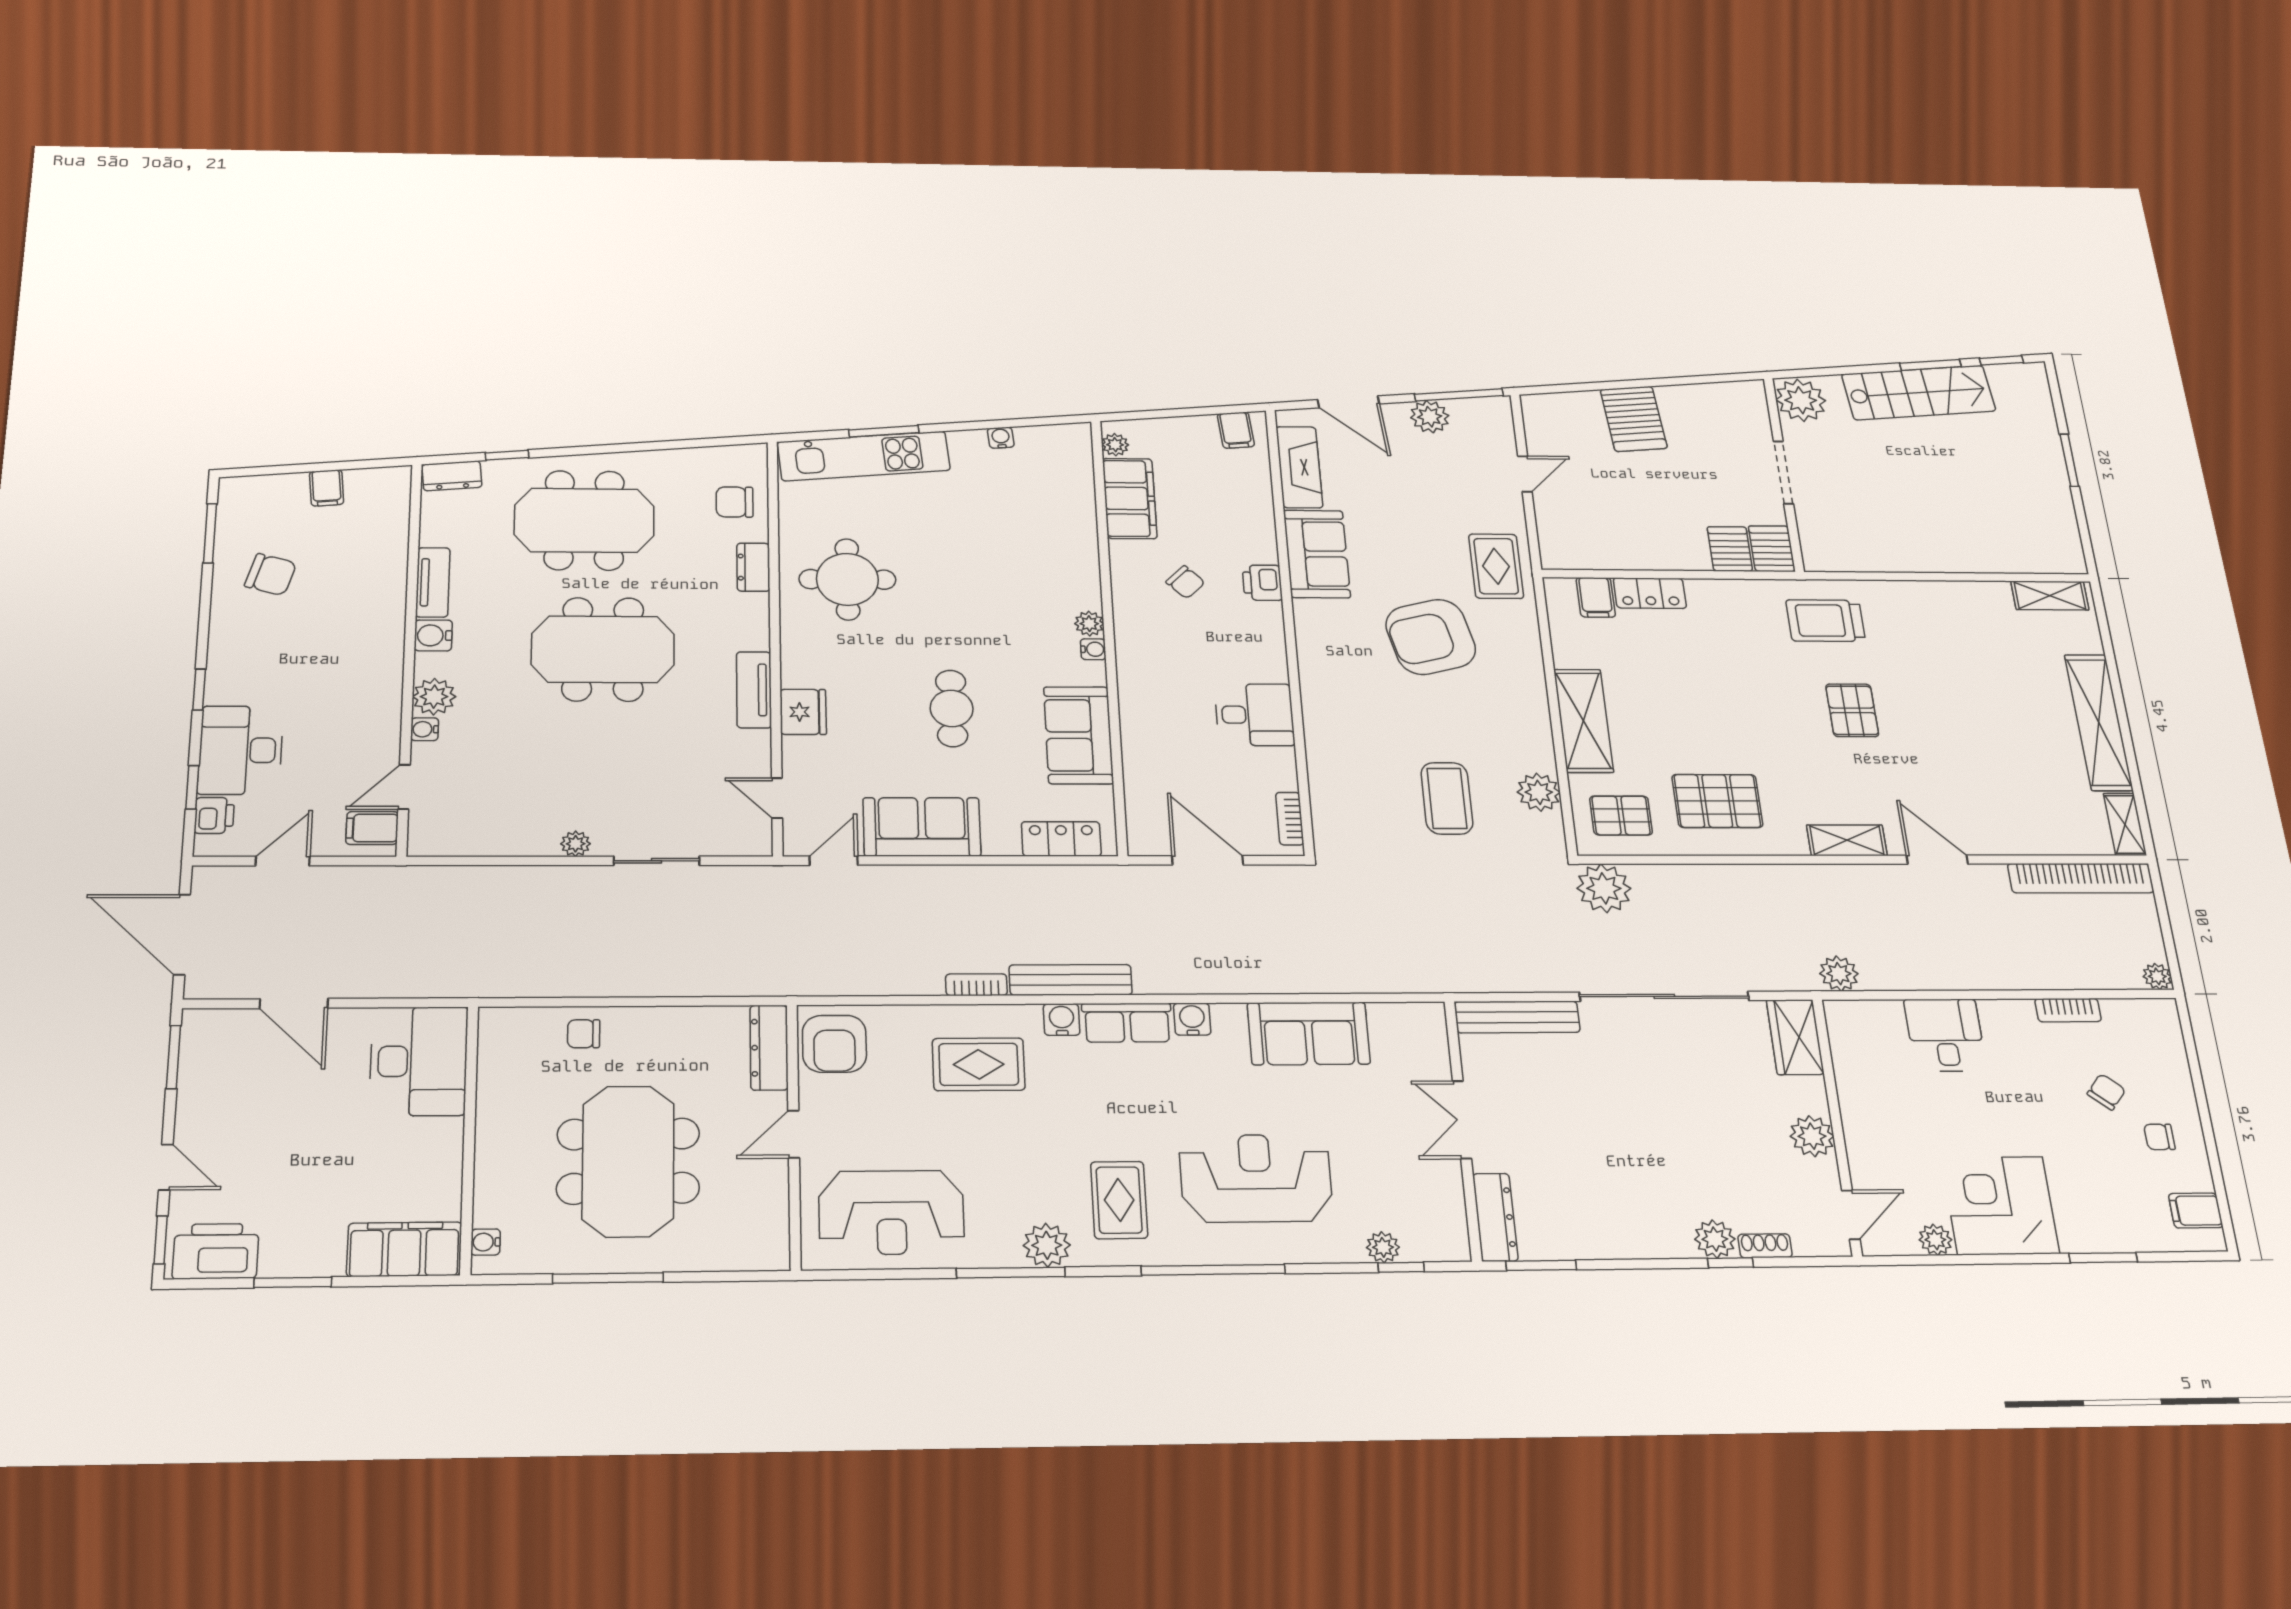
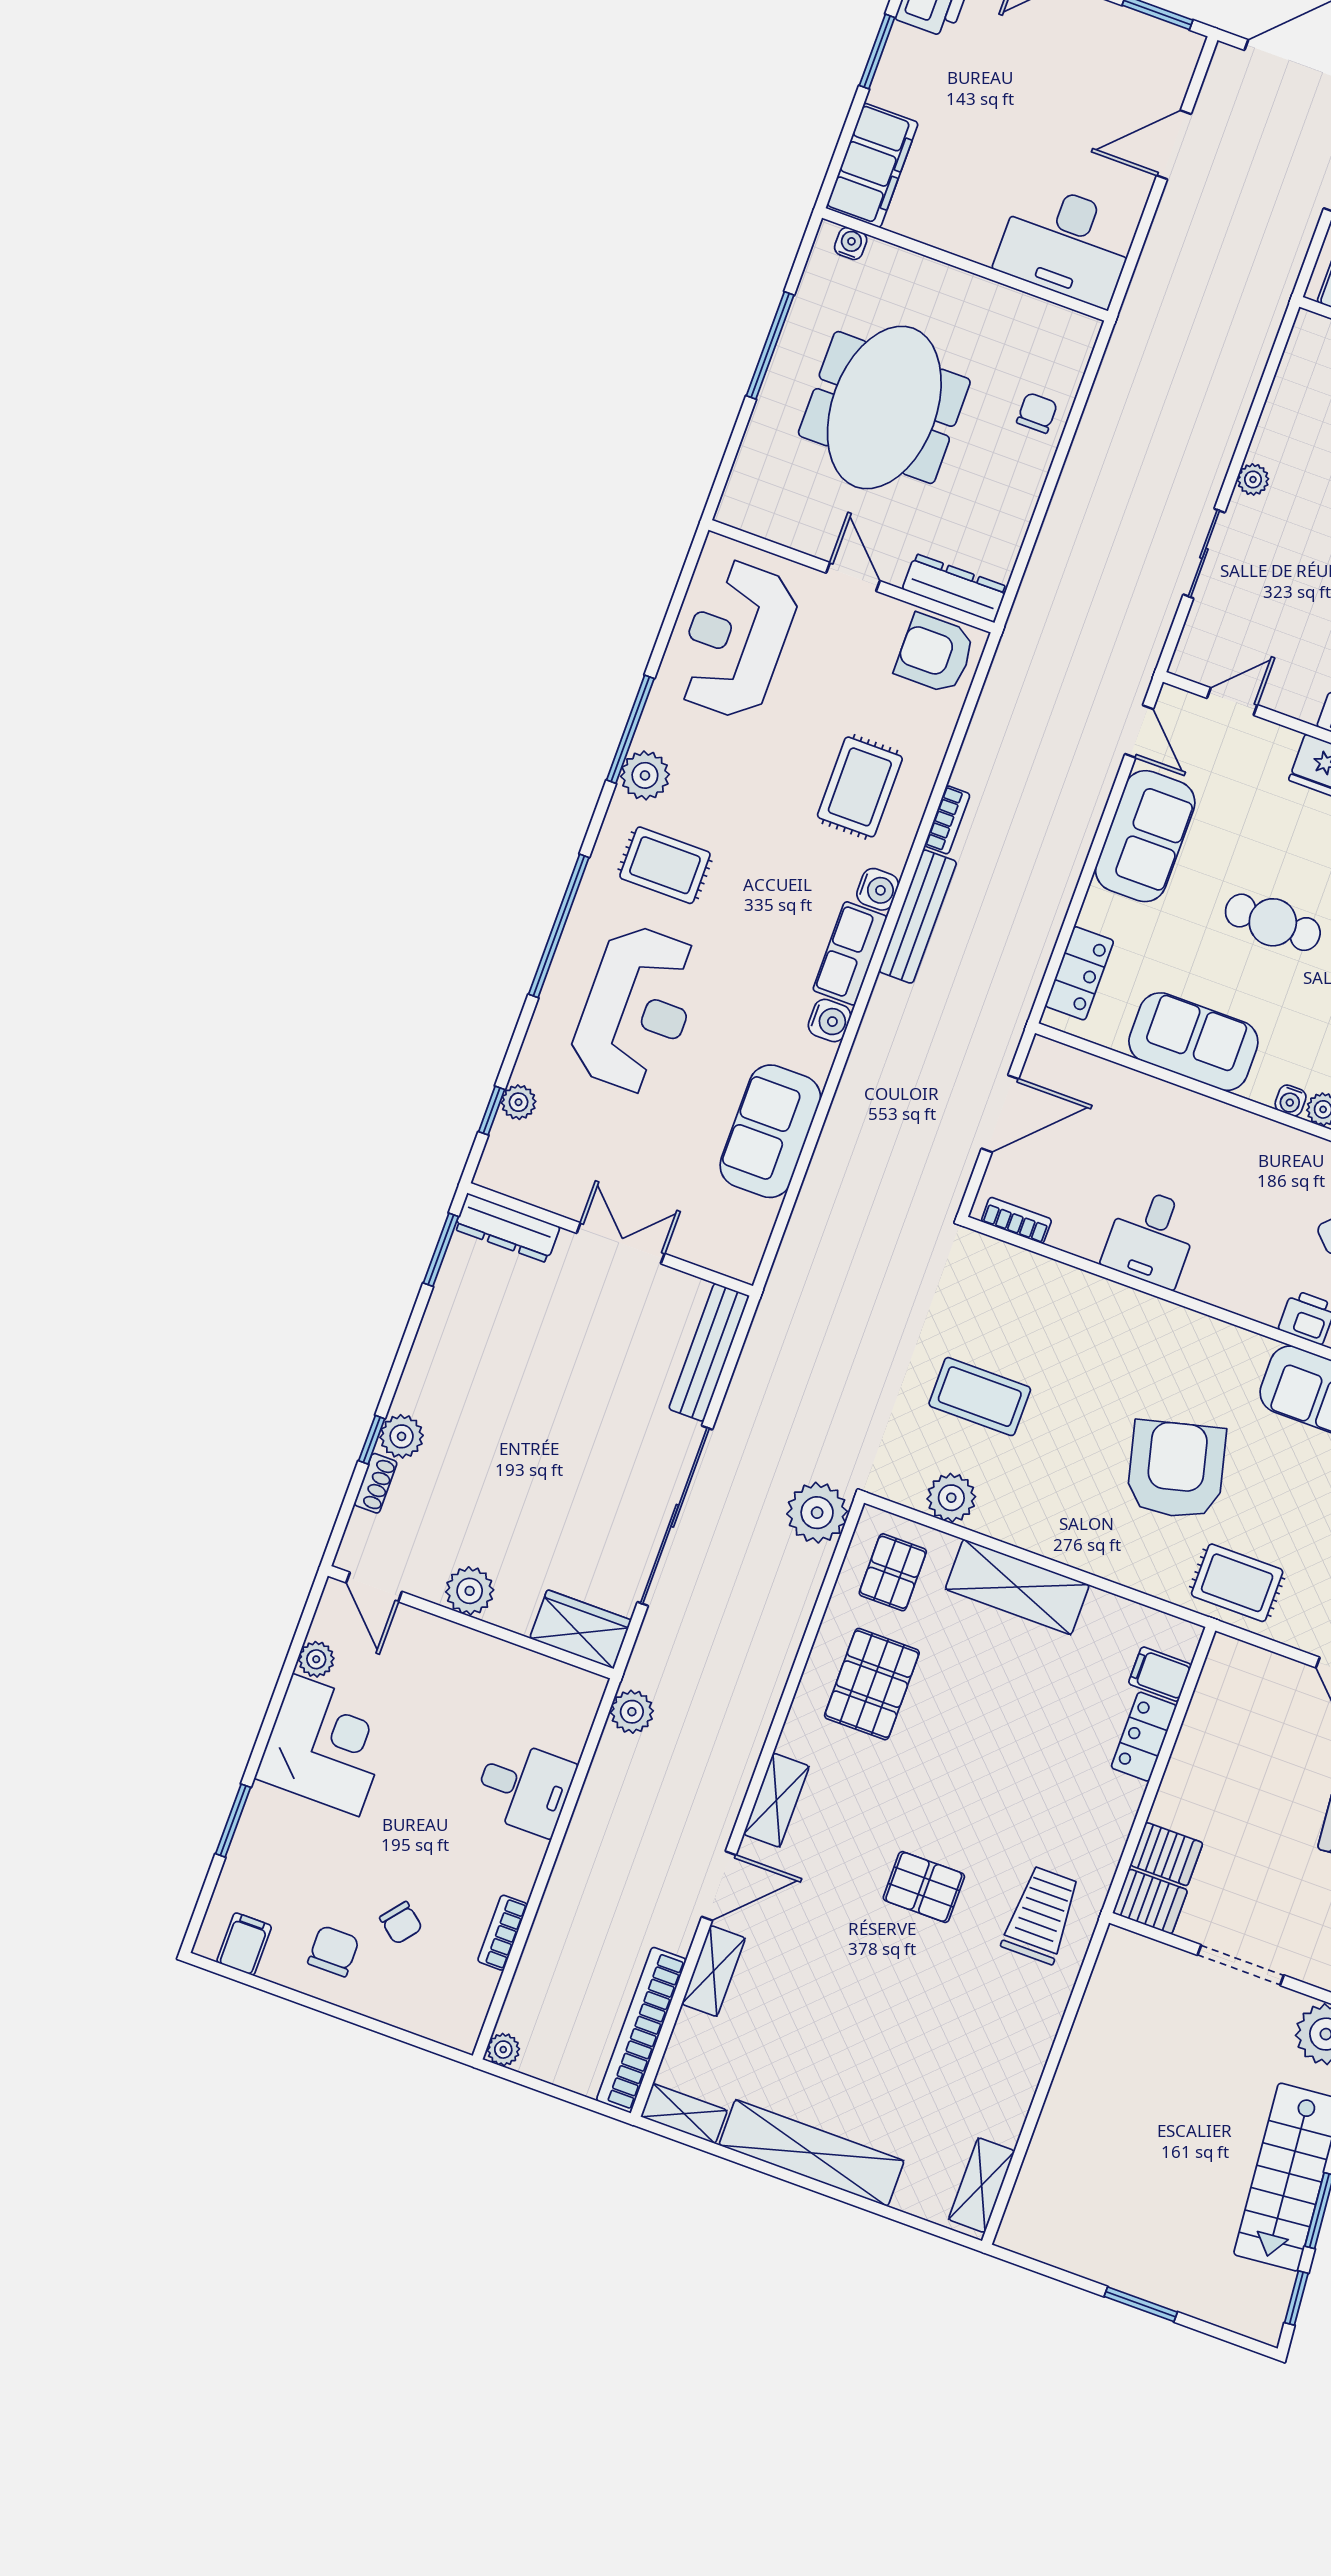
shelving: (2005, 841) -> (714, 1971), added
chair: (2159, 1137) -> (333, 1951), width x1.37, depth x1.37
meeting table: (628, 1161) -> (884, 407), turned 90

